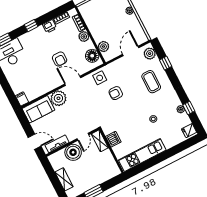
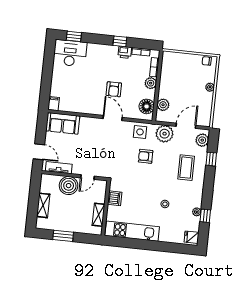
window: (31, 26) -> (120, 41), moved
plant: (58, 98) -> (165, 134), moved
shelving: (100, 141) -> (98, 215), moved

